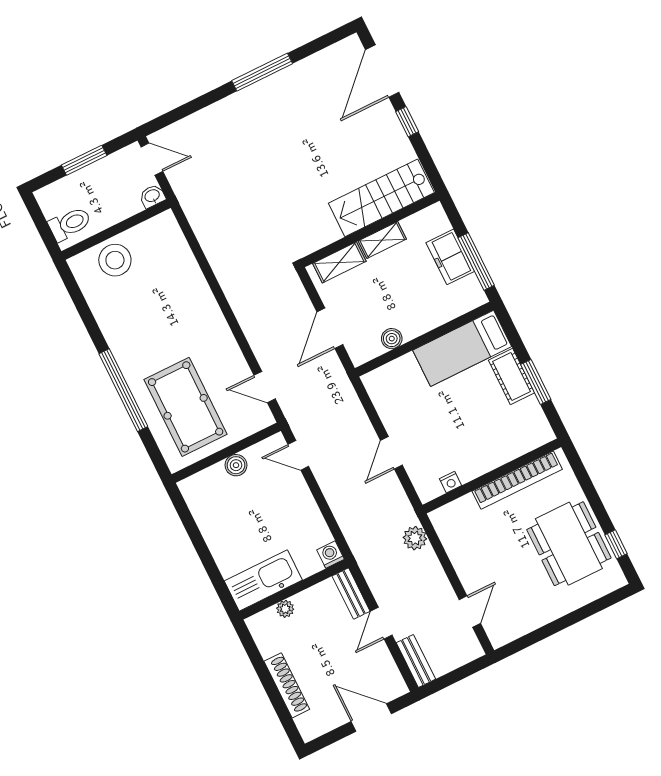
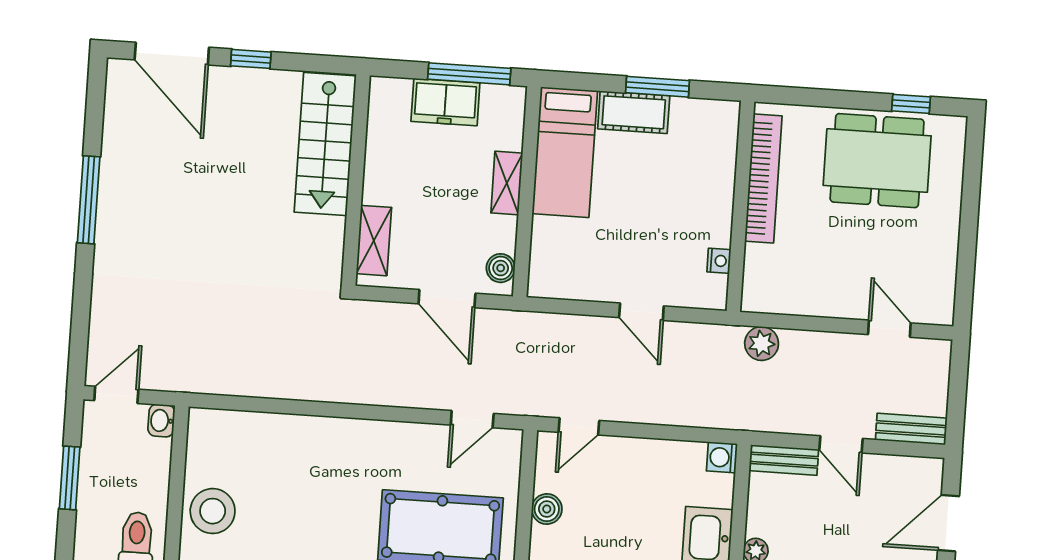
shelving: (382, 240) -> (507, 183), moved
boiler: (392, 339) -> (501, 268), moved

